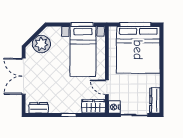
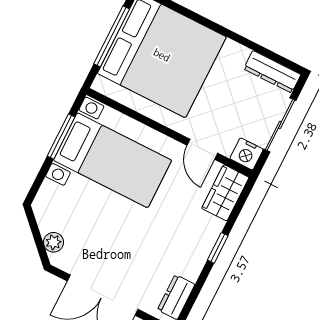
plant: (41, 44) -> (53, 242), width x0.53, depth x0.53
door: (107, 87) -> (202, 149), hinge flipped

